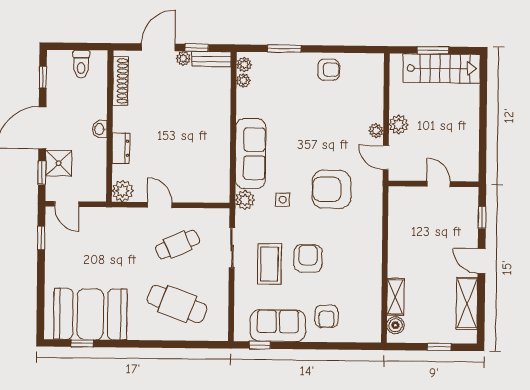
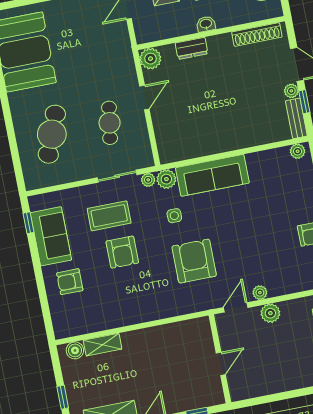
plant: (243, 81) -> (148, 180), moved
cafe table: (178, 245) -> (110, 123), turned 33
armchair: (308, 258) -> (122, 252), turned 90

